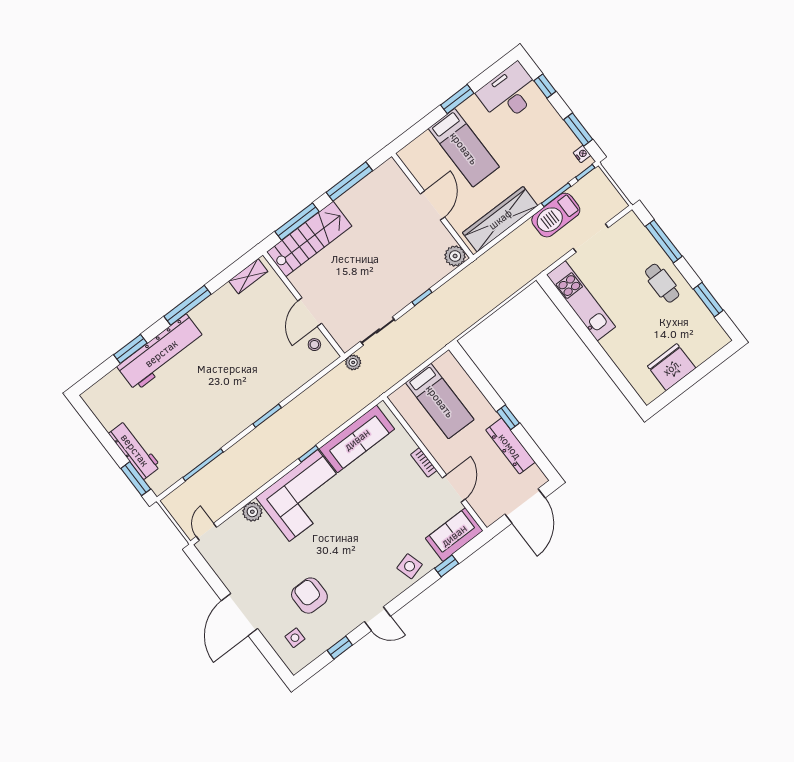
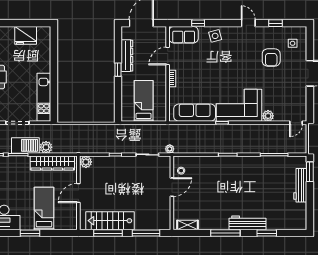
plant: (525, 234) -> (46, 147), added
stairs: (309, 239) -> (110, 221), moved
workbench: (161, 353) -> (248, 223), width x0.73, depth x0.76

